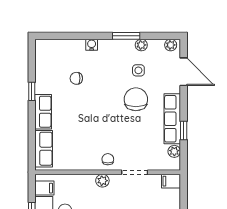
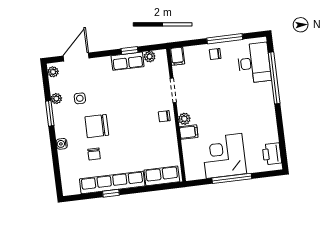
chair: (136, 99) -> (97, 126), moved
row of seats: (43, 112) -> (112, 182), width x2.02
row of seats: (172, 119) -> (128, 61), width x0.68
filing cabinet: (44, 188) -> (189, 132), moved, turned 90

